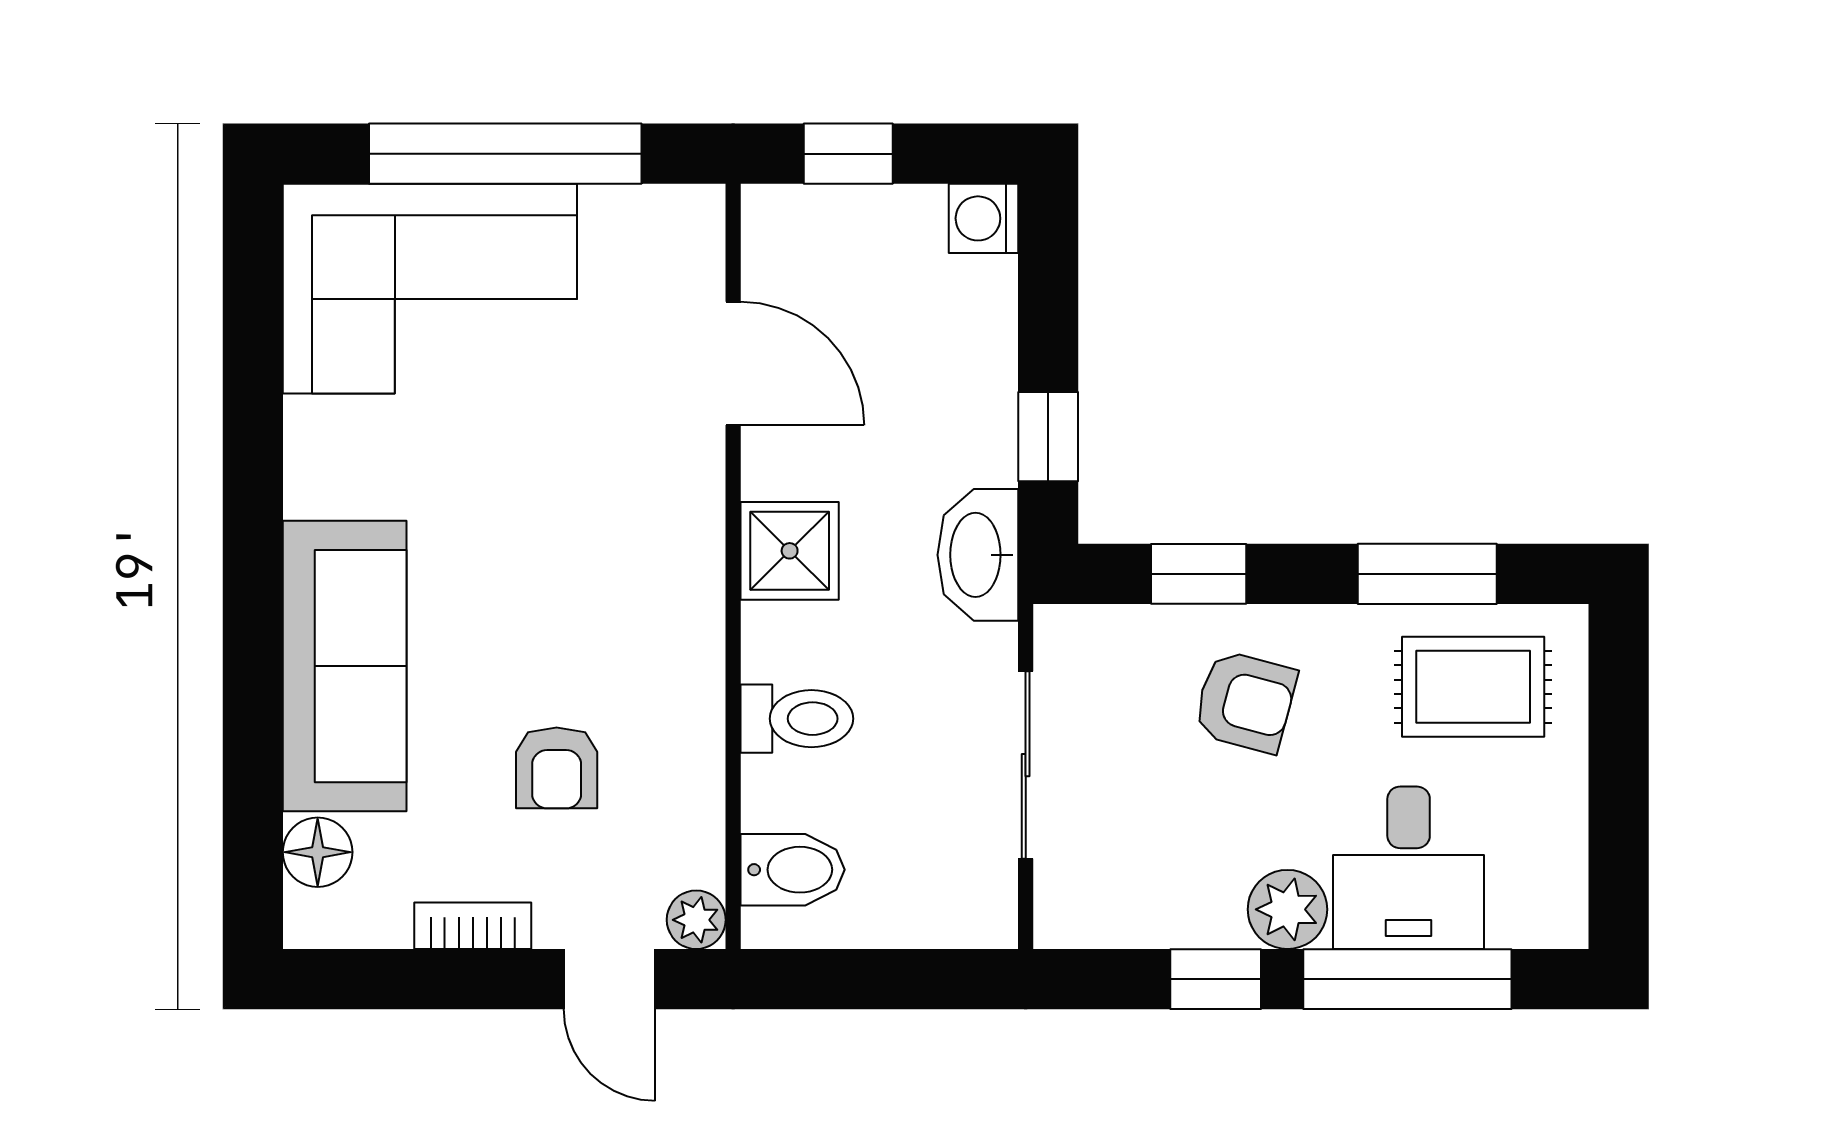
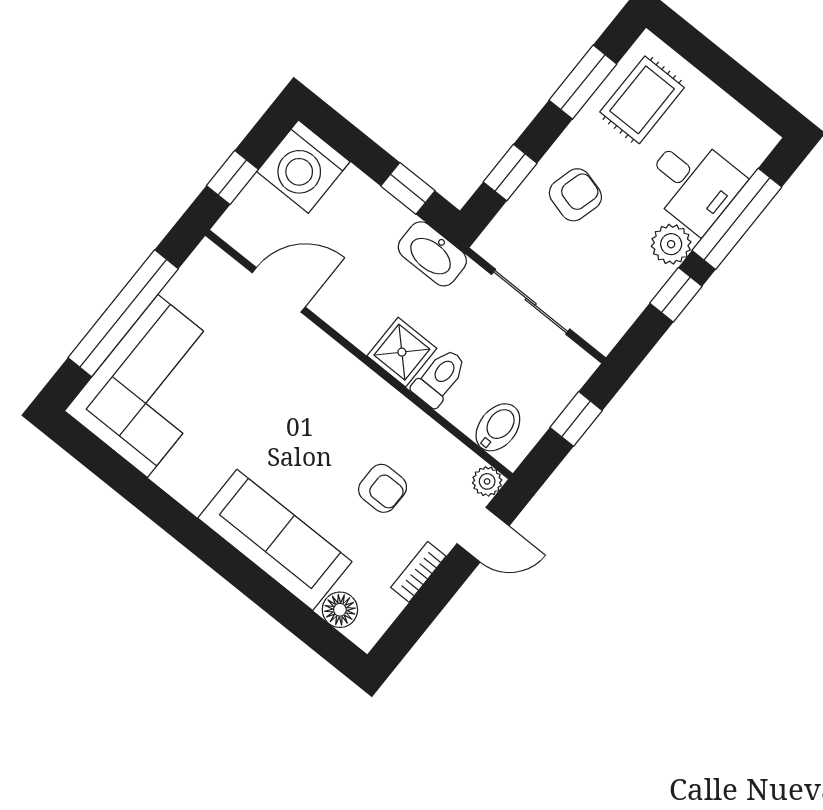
washing machine: (984, 218) -> (303, 167), width x1.89, depth x1.89
shower: (790, 551) -> (402, 352), moved
window: (902, 979) -> (576, 419), added

